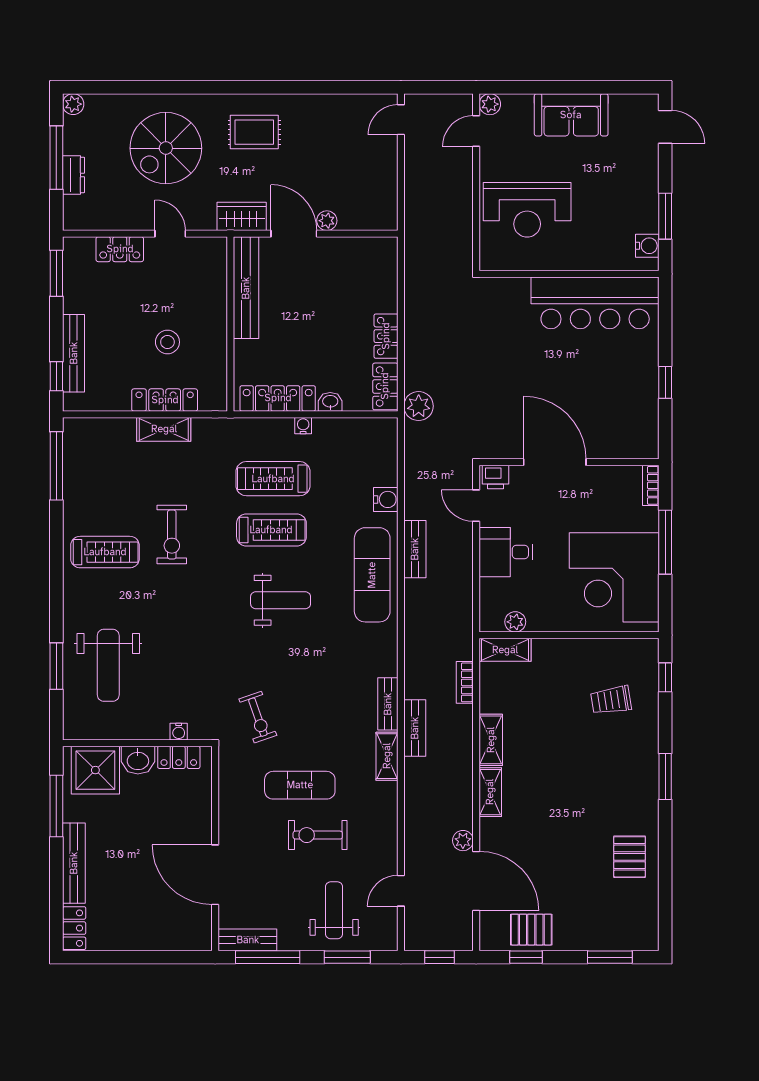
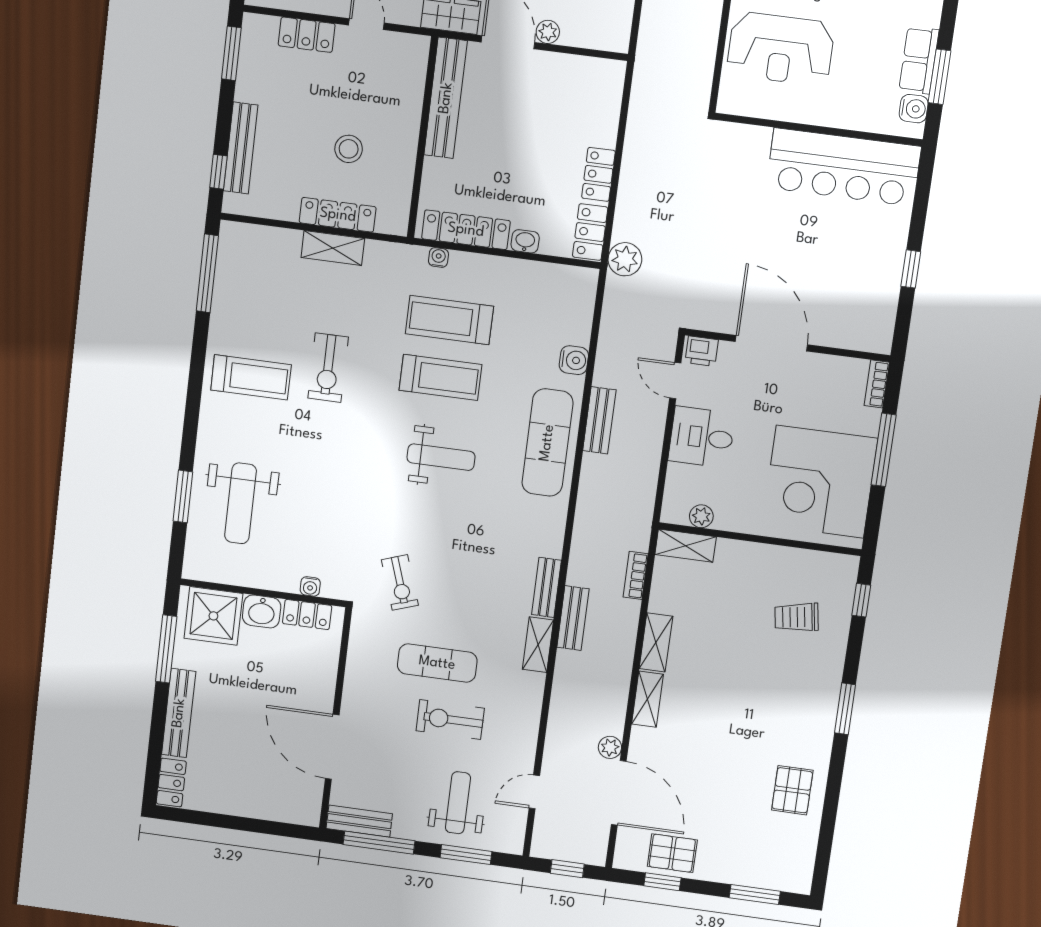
row of seats: (646, 204) -> (919, 60), added
water cooler: (303, 426) -> (438, 258), moved

